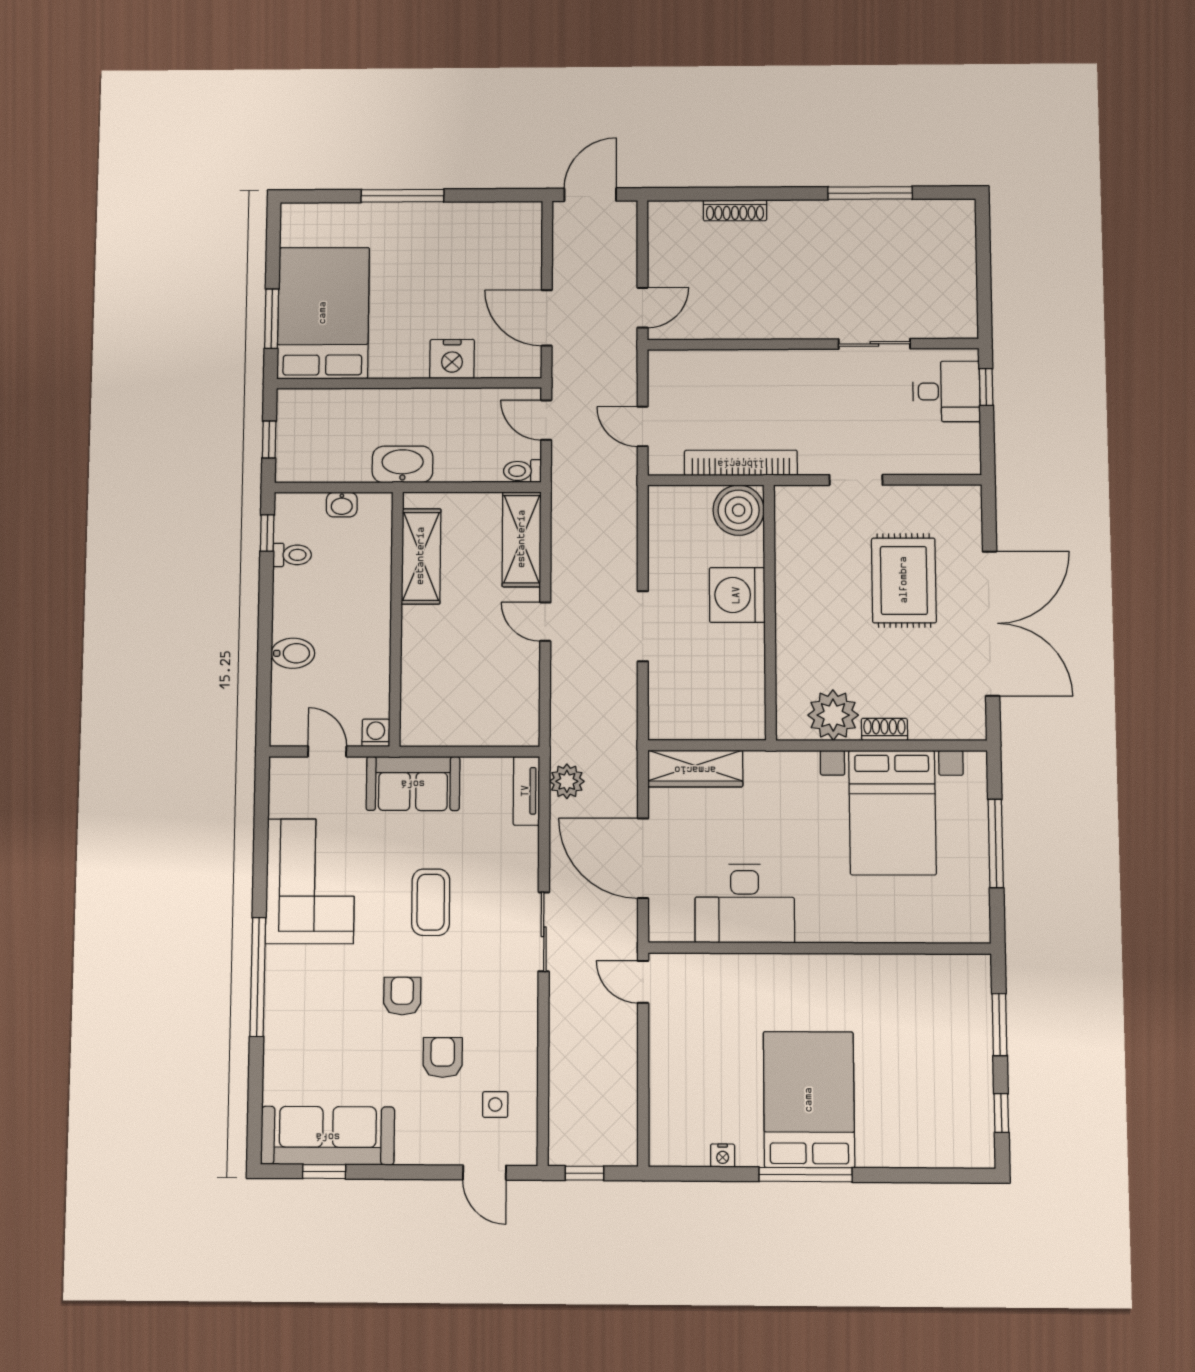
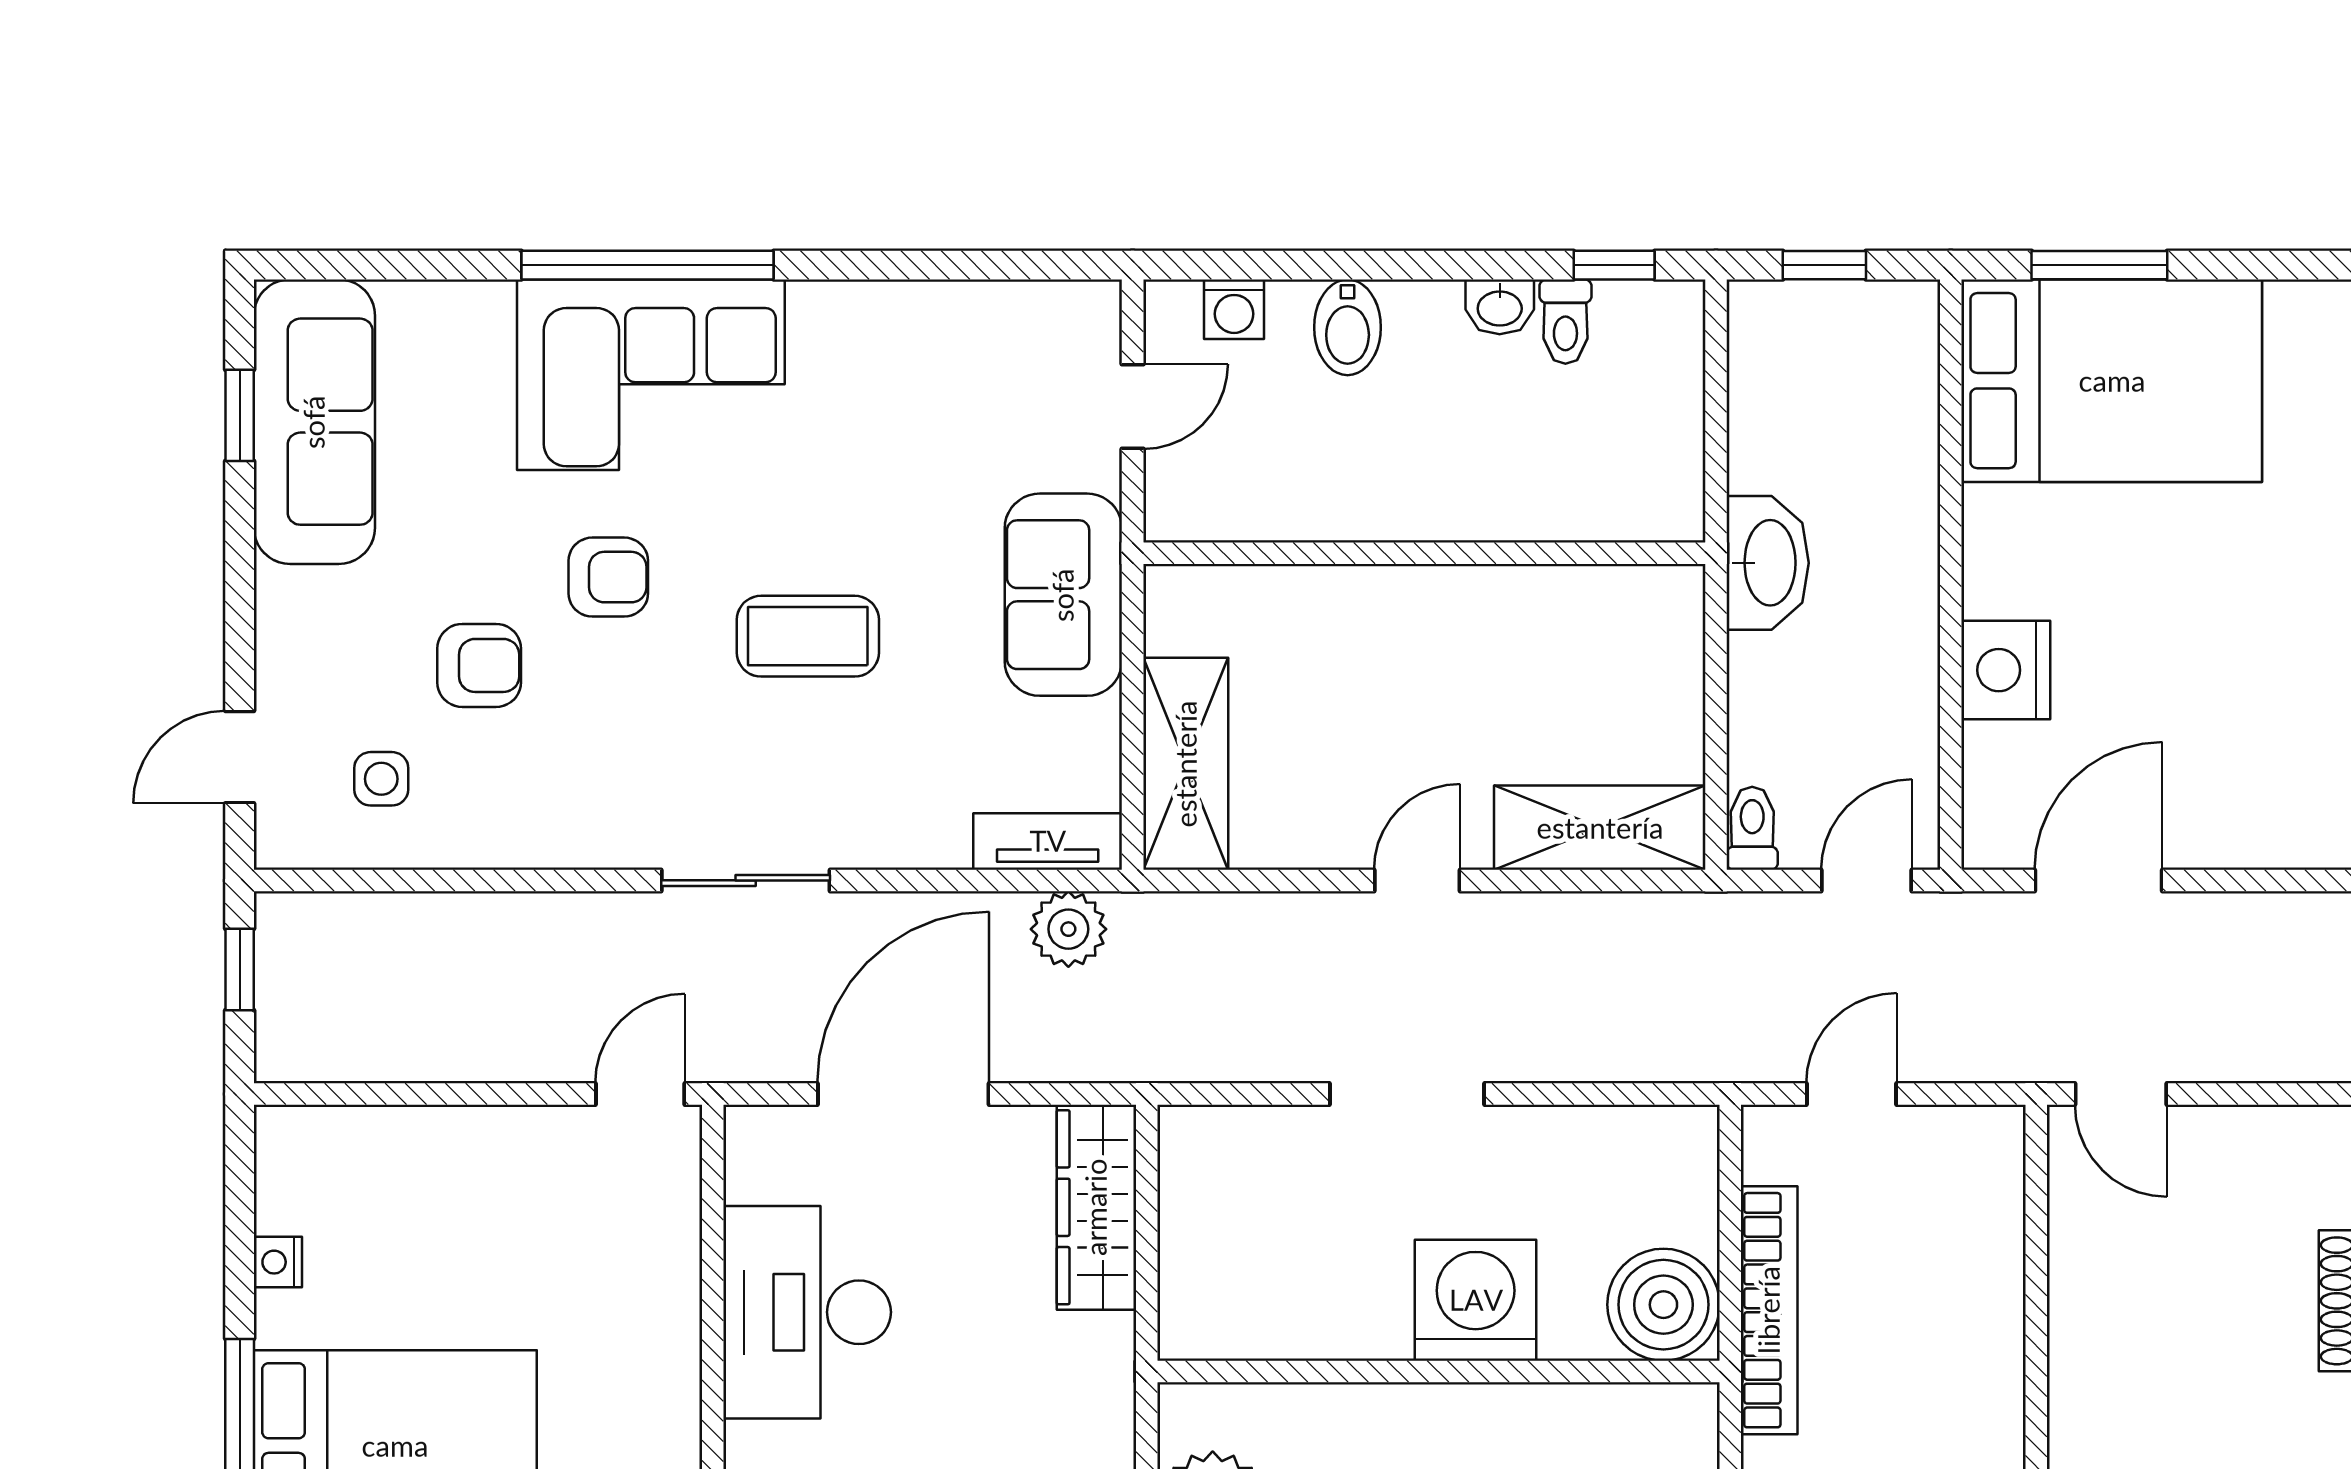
washbasin: (342, 505) -> (1500, 307), moved, turned -90
shelving: (421, 556) -> (1186, 764), moved, turned 90
washing machine: (376, 733) -> (1234, 309), moved, turned 90
corner sofa: (310, 881) -> (651, 375), moved

